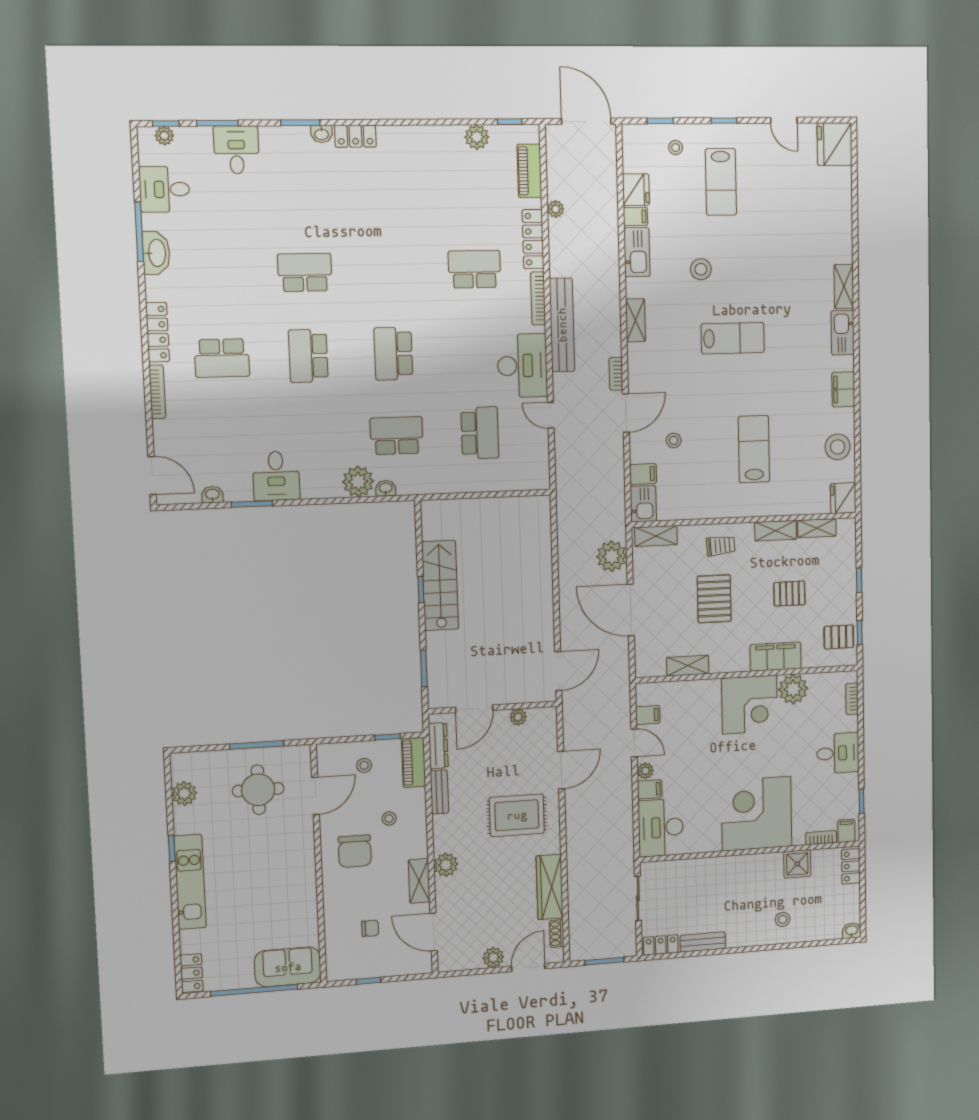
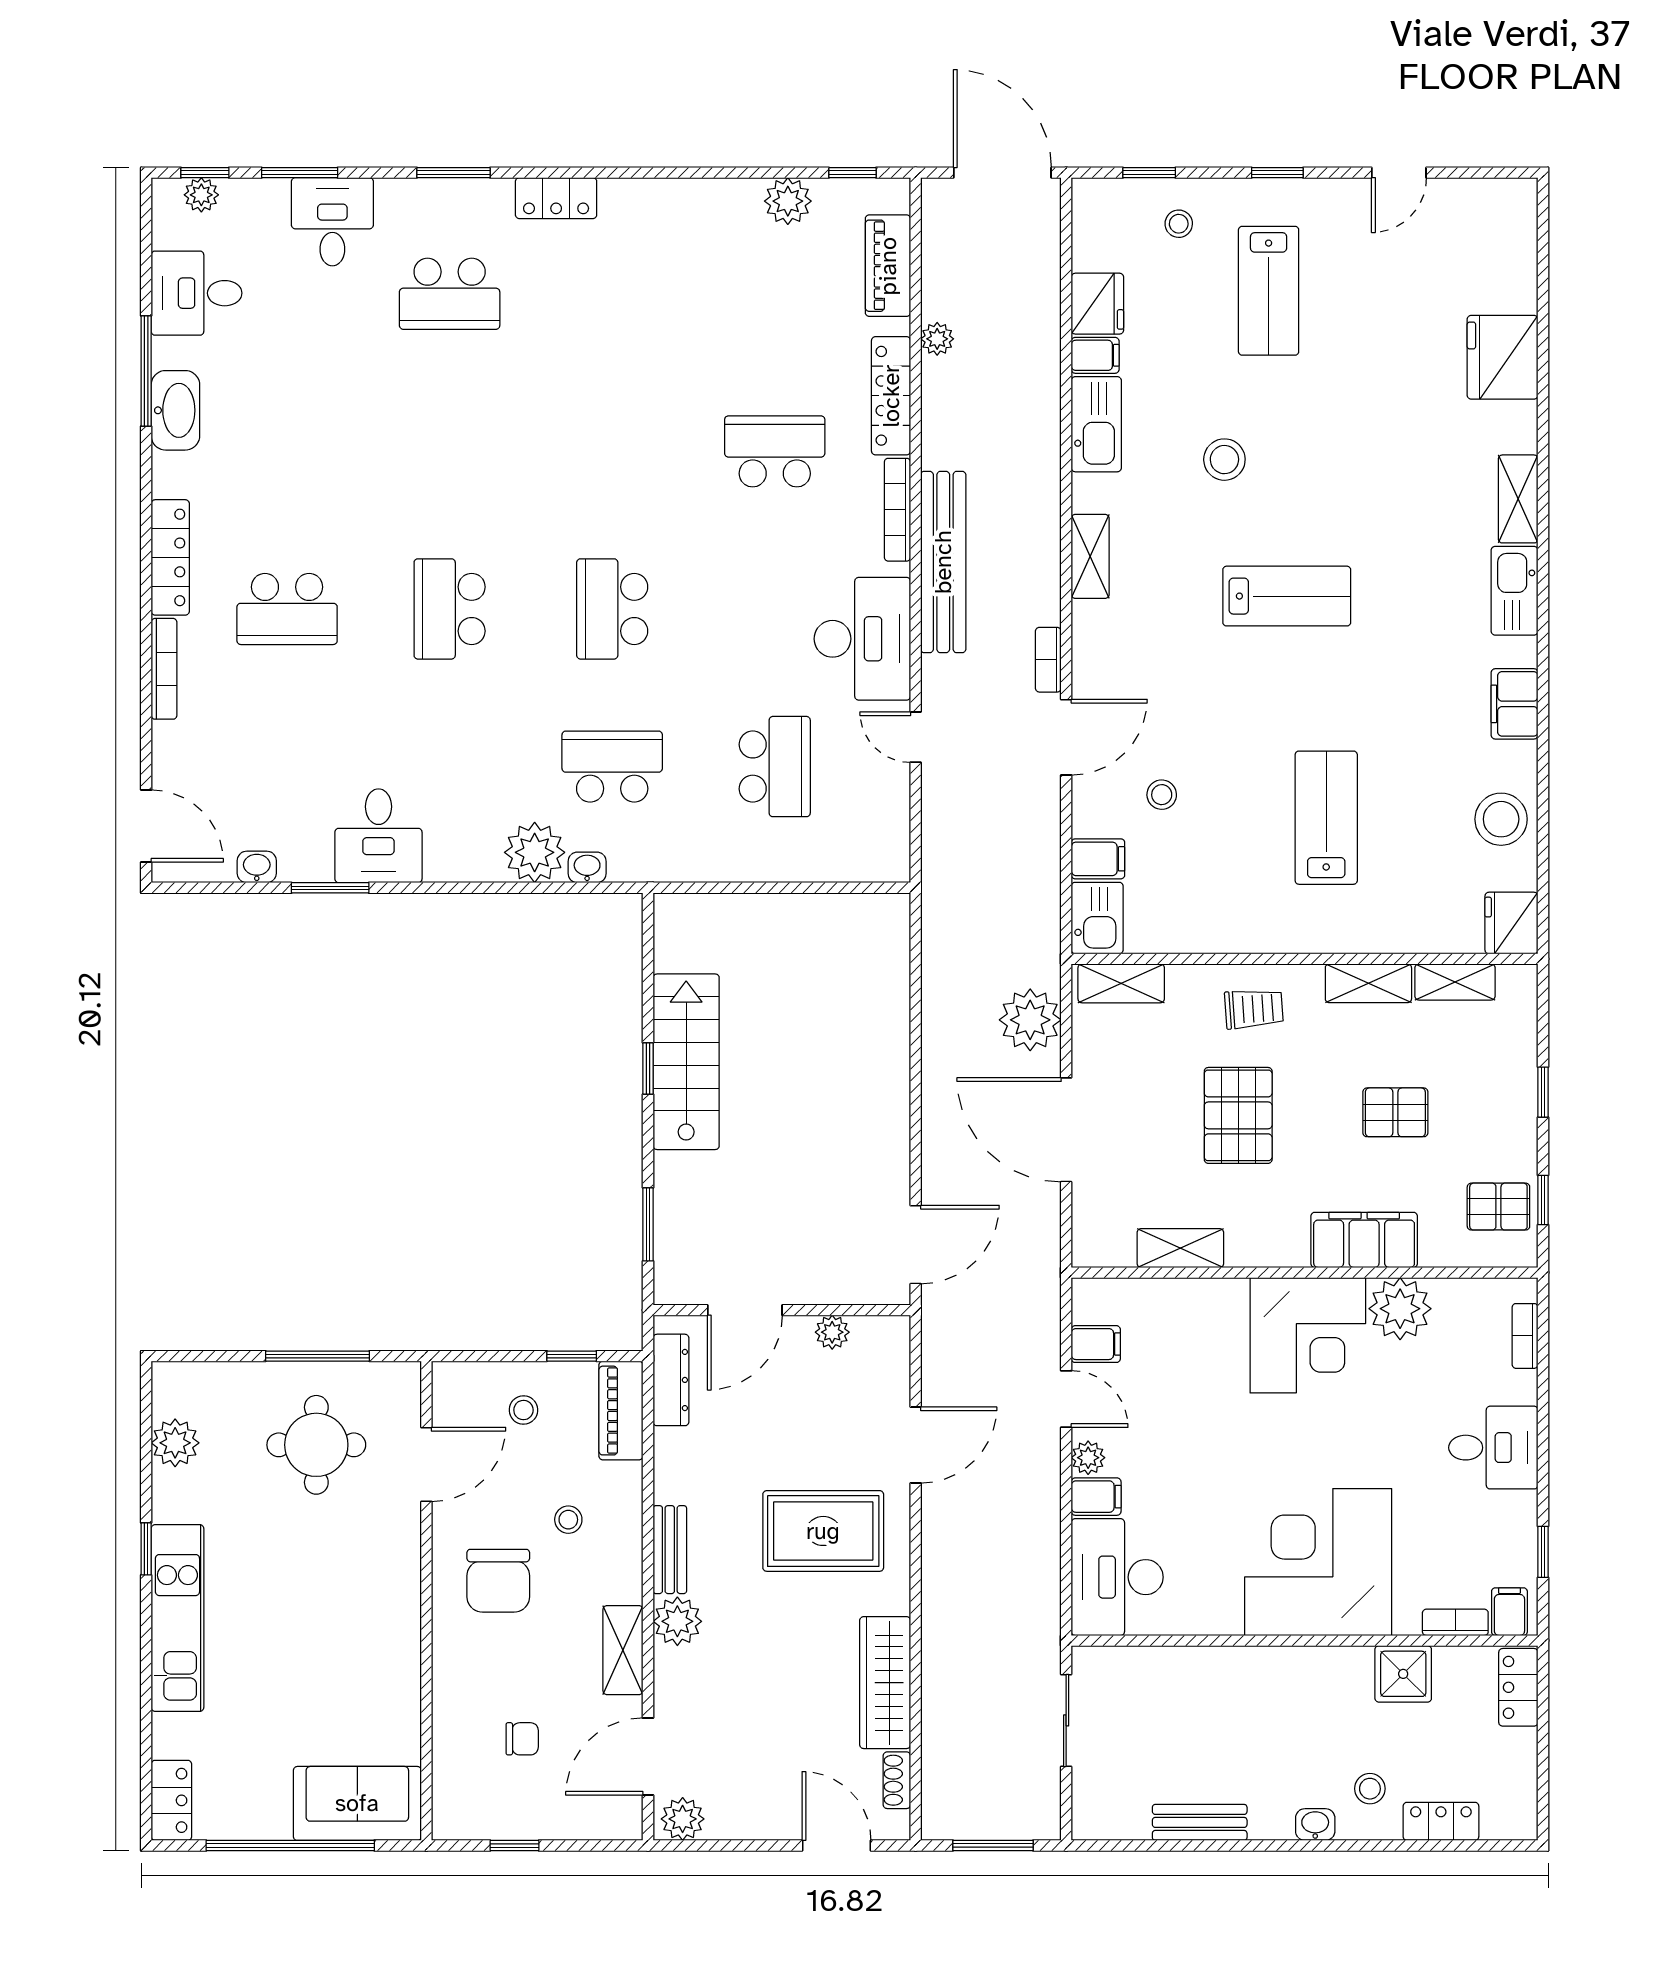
door: (784, 120) -> (1399, 173), hinge flipped
washbasin: (322, 134) -> (492, 194), removed
fridge: (835, 144) -> (1503, 357), moved
school desk: (305, 272) -> (450, 294), moved, turned 180
bench: (439, 792) -> (670, 1550), moved
washbasin: (852, 931) -> (1315, 1825), moved
door: (434, 932) -> (648, 1757), hinge flipped
locker: (661, 945) -> (1441, 1821), moved
plant: (493, 958) -> (683, 1819), moved
door: (528, 967) -> (836, 1845), hinge flipped

